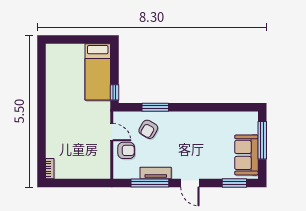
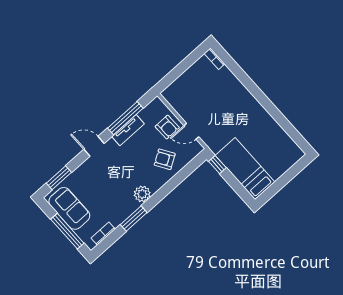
window: (155, 107) -> (134, 219), moved
bookcase: (238, 116) -> (103, 234), added
plant: (186, 119) -> (142, 194), added
armchair: (148, 129) -> (165, 159), turned -62
armchair: (126, 150) -> (167, 127), turned -91

